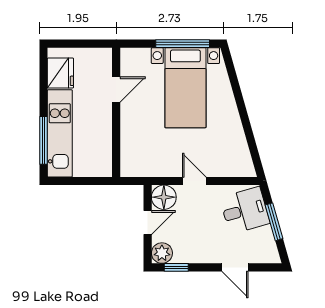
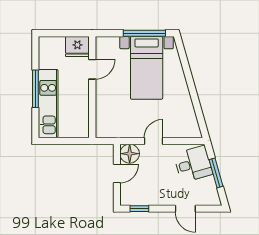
fridge: (60, 73) -> (77, 46), moved, turned 90
window: (44, 140) -> (35, 89), moved
door: (194, 181) -> (153, 141), hinge flipped
plant: (162, 253) -> (128, 197), removed

